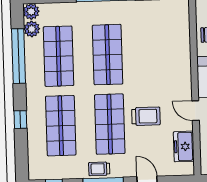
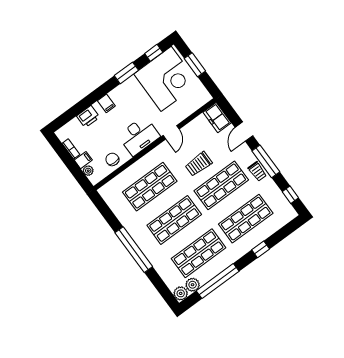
shop shelf: (157, 53) -> (150, 187), added
trolley: (146, 116) -> (199, 164), turned -90
freezer: (184, 146) -> (217, 118), moved, turned 90

